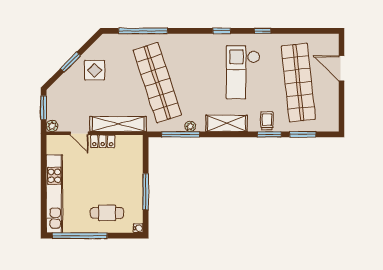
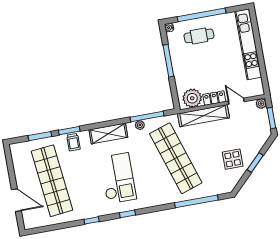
checkout: (243, 72) -> (118, 178), moved
plant: (127, 146) -> (192, 98), added
window: (80, 236) -> (202, 15), moved

